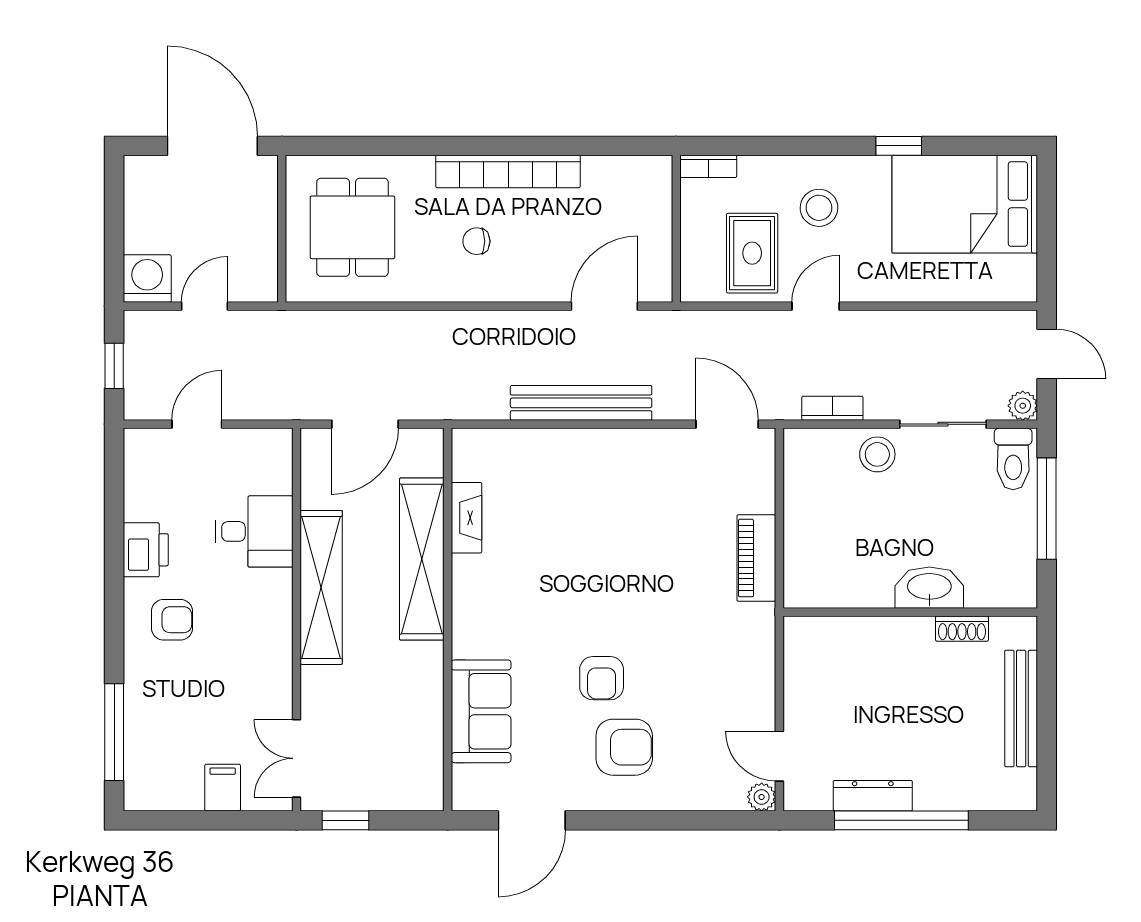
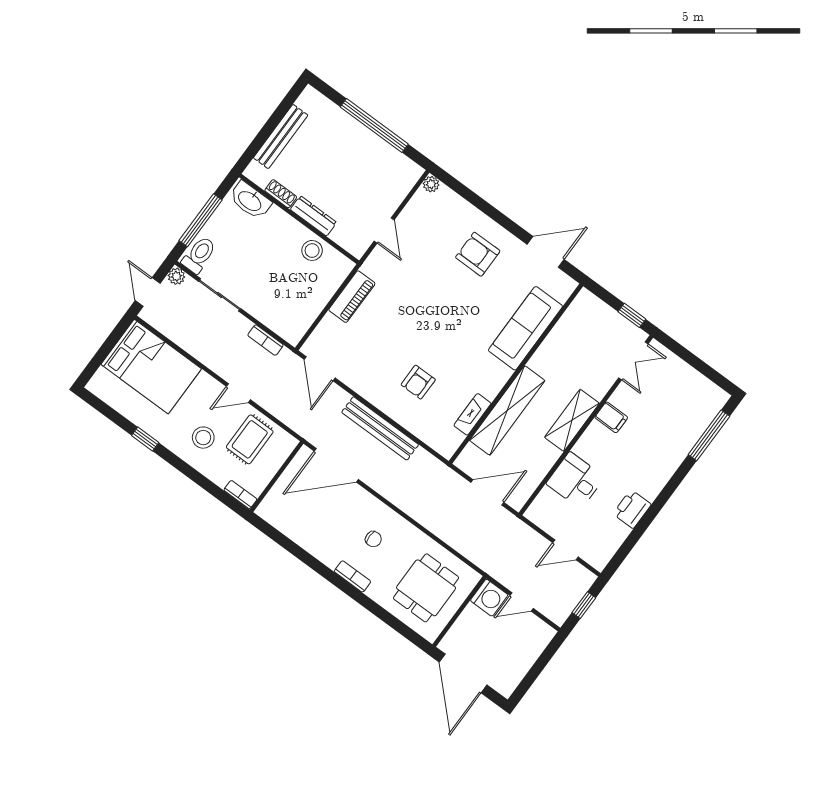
bookcase: (508, 171) -> (353, 576), width x0.43, depth x0.76
bed: (965, 204) -> (151, 367), moved
washing machine: (147, 279) -> (489, 598), moved, turned -90
door: (604, 306) -> (336, 465), width x1.36
stool: (877, 454) -> (312, 250), moved
shelving: (321, 587) -> (572, 420), width x0.68
washbasin: (929, 588) -> (250, 200), moved
armchair: (172, 620) -> (644, 468), removed
armchair: (602, 678) -> (418, 382), moved, turned 180
sofa: (481, 711) -> (525, 328), width x1.36
door: (779, 756) -> (384, 231), moved
filing cabinet: (223, 788) -> (611, 417), moved, turned -90
dresser: (873, 796) -> (313, 216), moved, turned 180

